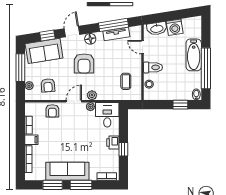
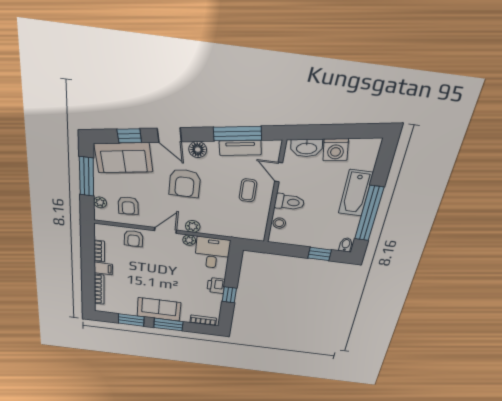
door: (72, 32) -> (169, 135), swing flipped
coffee table: (126, 81) -> (248, 190), moved
sofa: (67, 171) -> (159, 309), width x0.73

